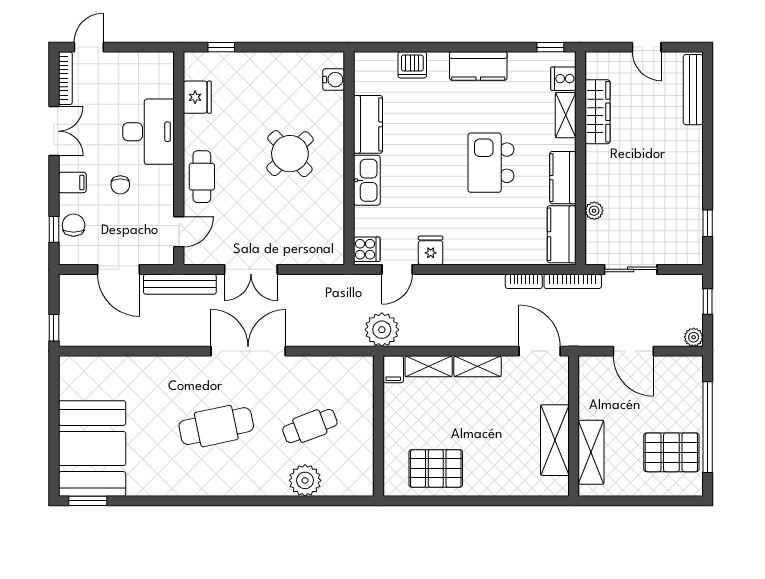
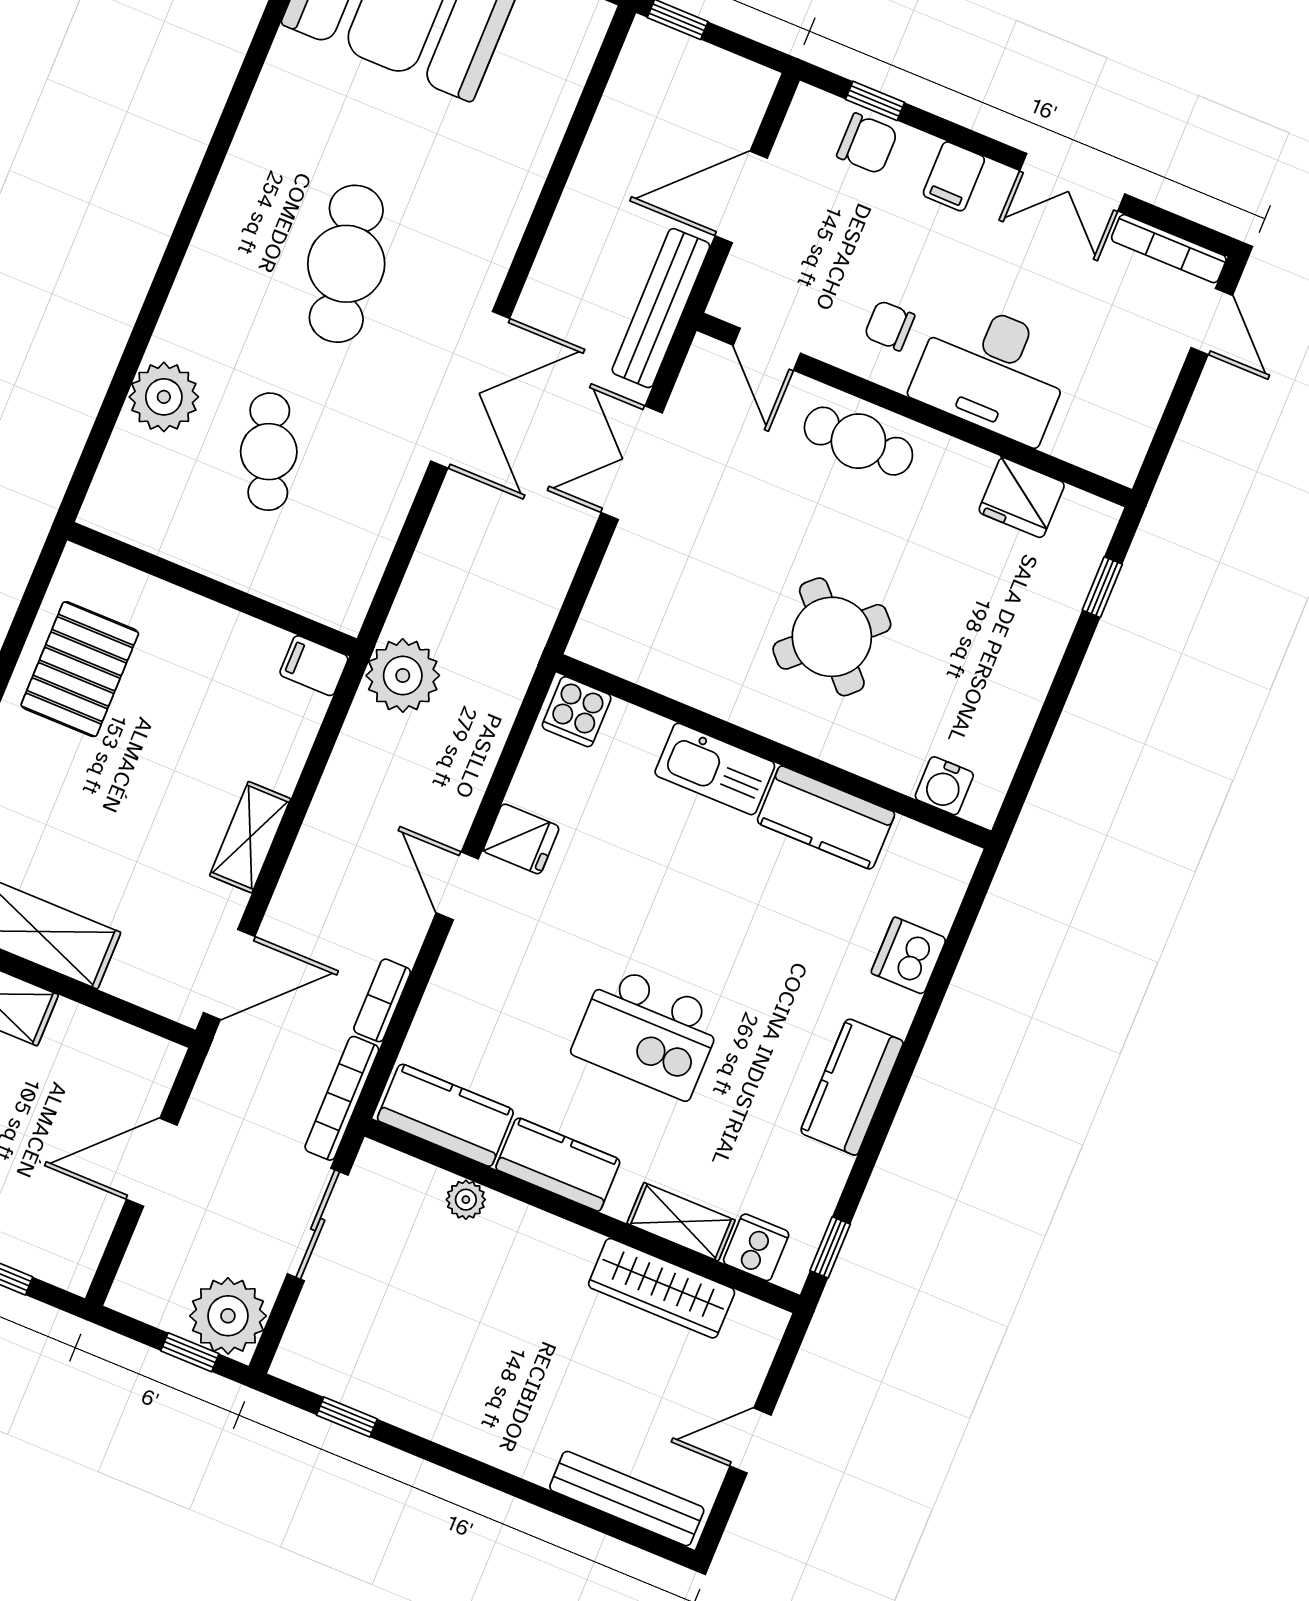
kitchen island: (491, 163) -> (647, 1033), turned 180
chair: (120, 185) -> (889, 326), moved
door: (397, 269) -> (457, 886), moved
plant: (694, 337) -> (228, 1316), moved, width x1.88, depth x1.88
shelving: (429, 366) -> (291, 739), removed

